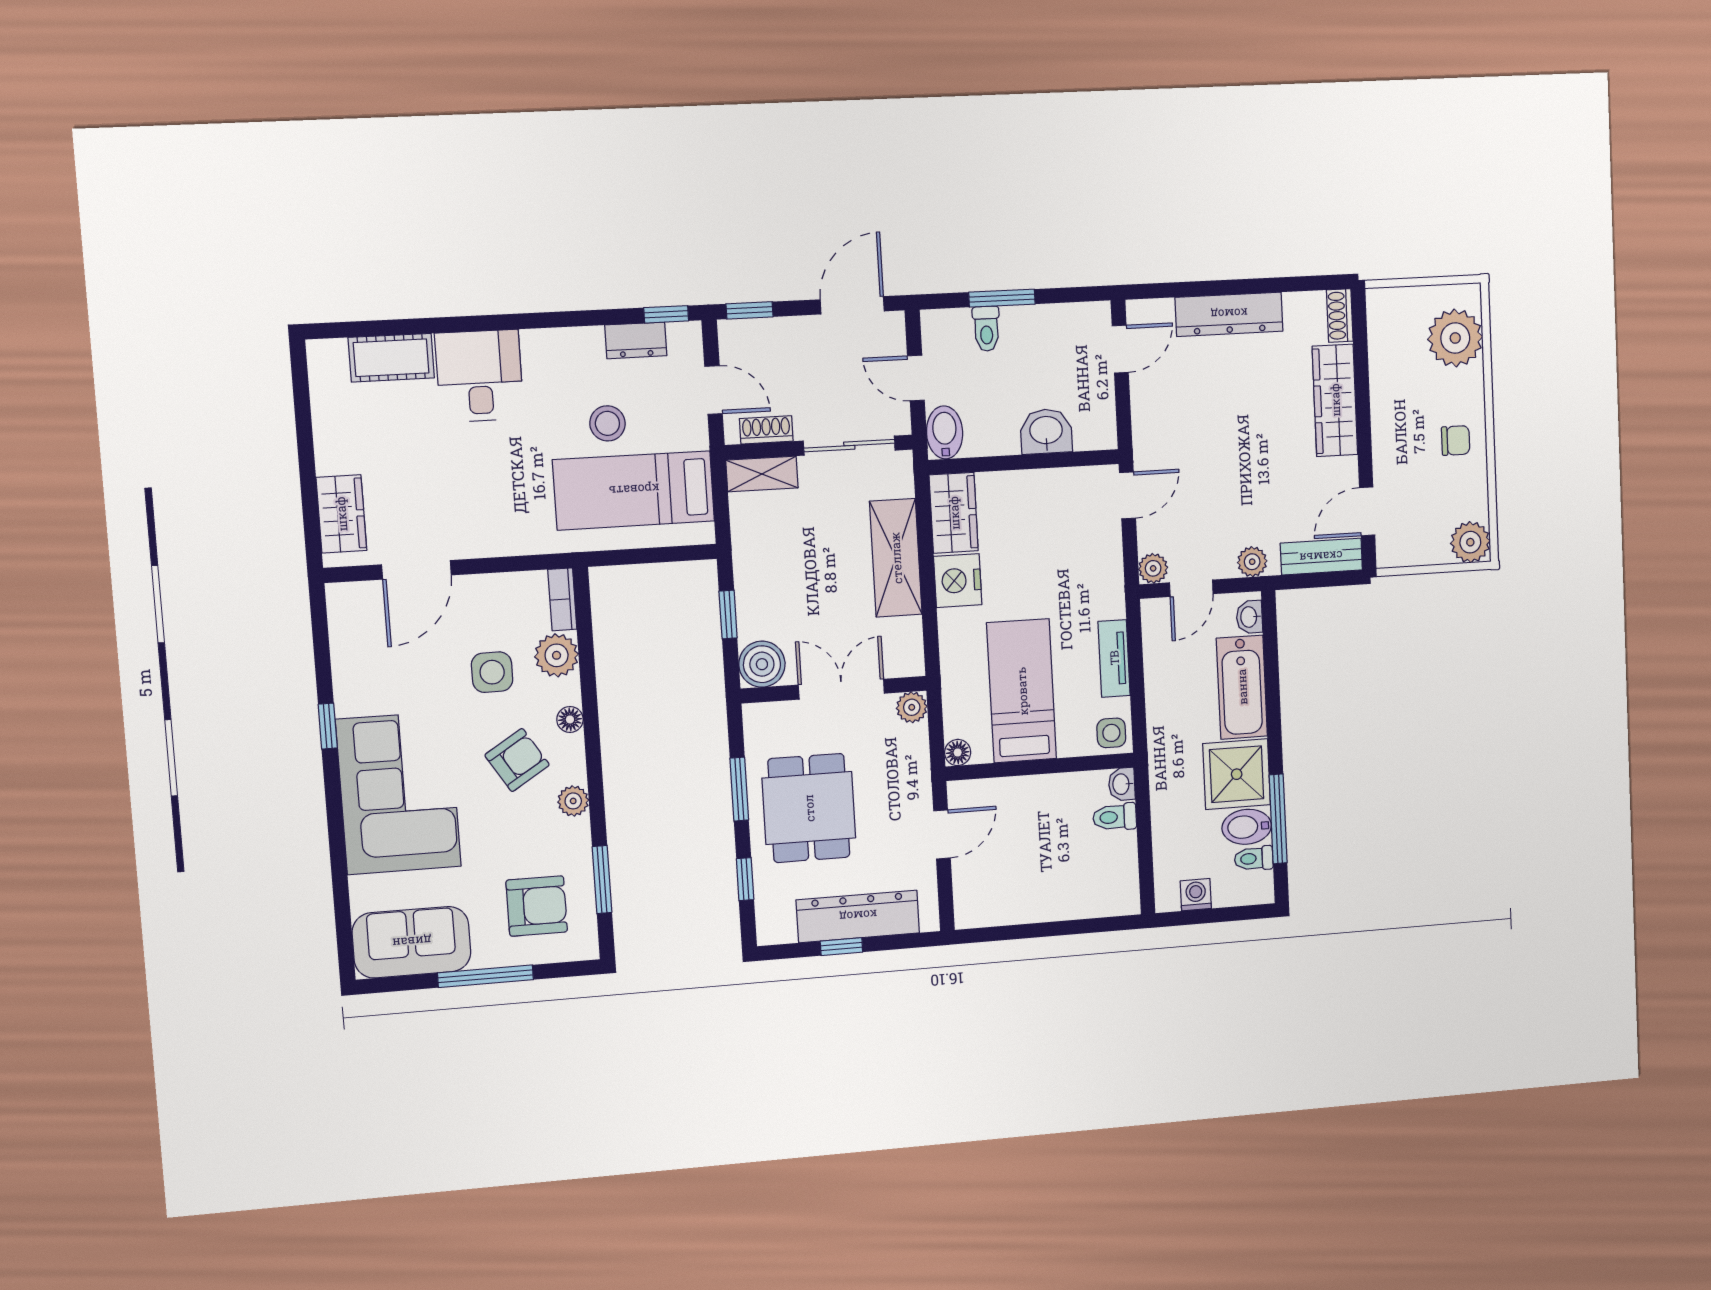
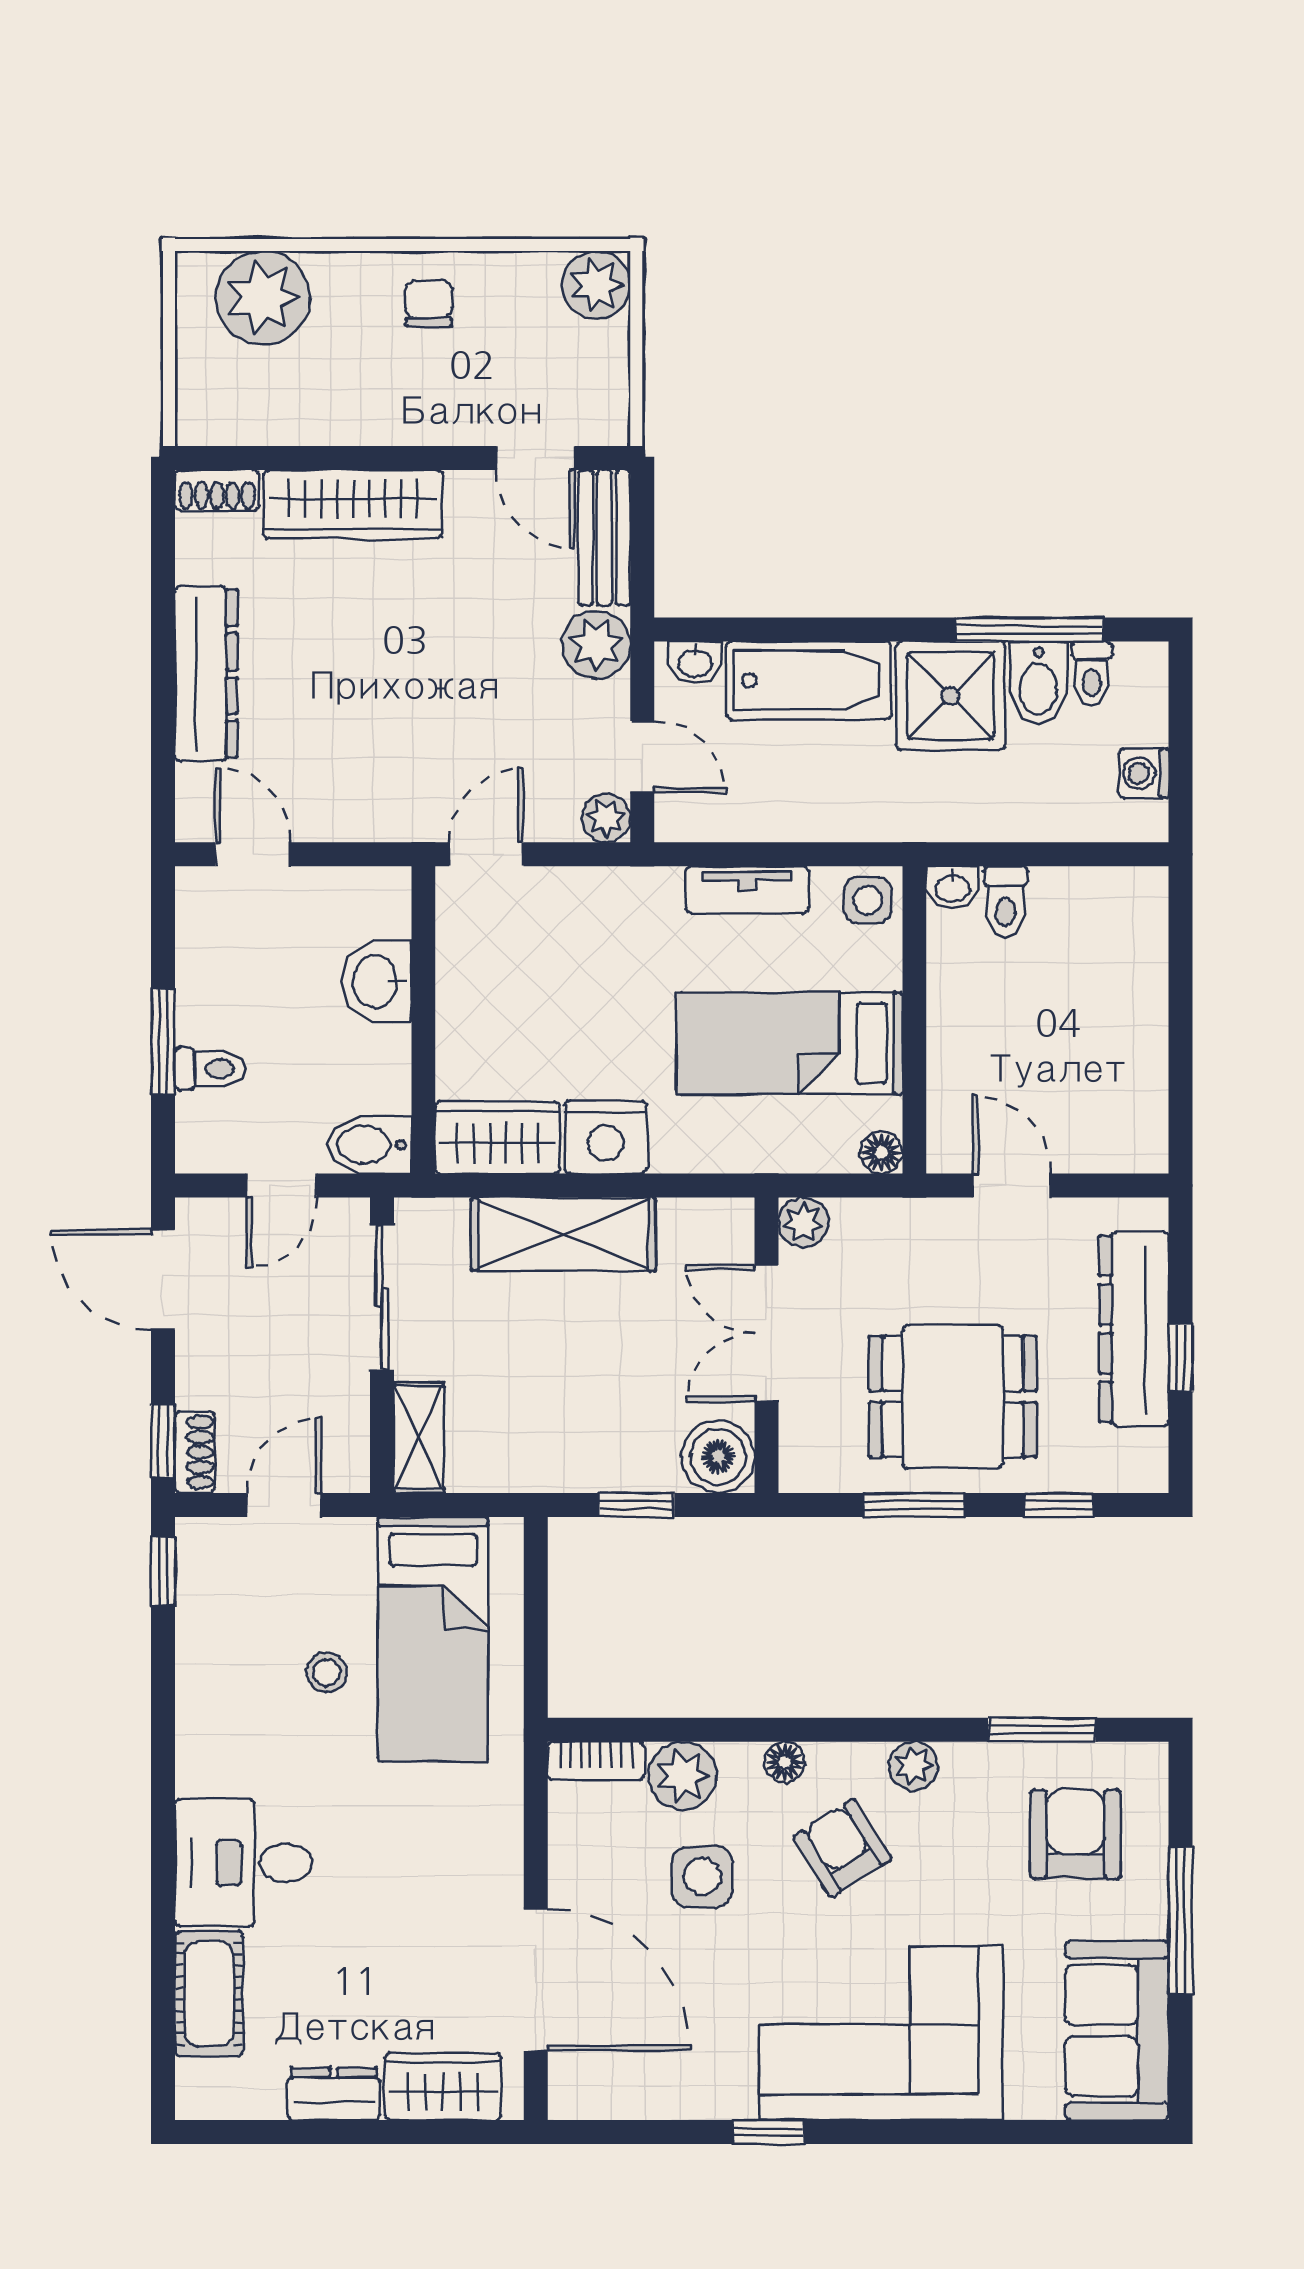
dresser: (636, 340) -> (334, 2094), moved, turned -90
stool: (607, 423) -> (327, 1673), width x0.73, depth x0.73
shoe rack: (766, 430) -> (195, 1452), moved, turned 180
door: (1128, 495) -> (486, 854), hinge flipped
plant: (1252, 562) -> (596, 645), width x1.38, depth x1.38
door: (417, 570) -> (536, 1980), width x1.36

